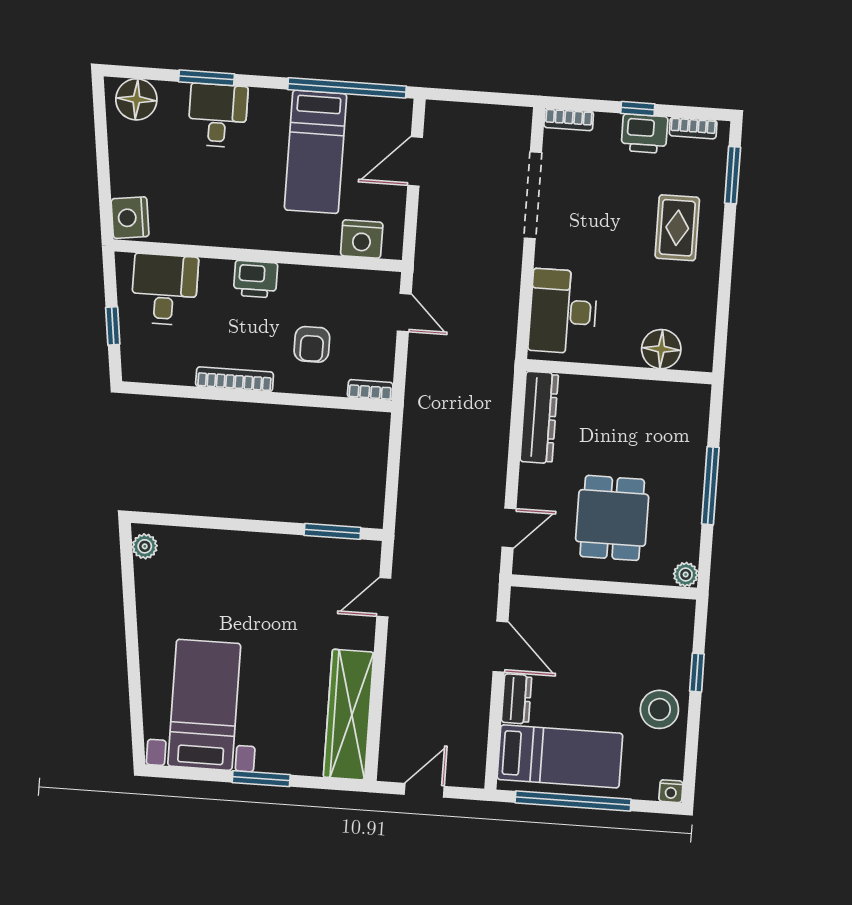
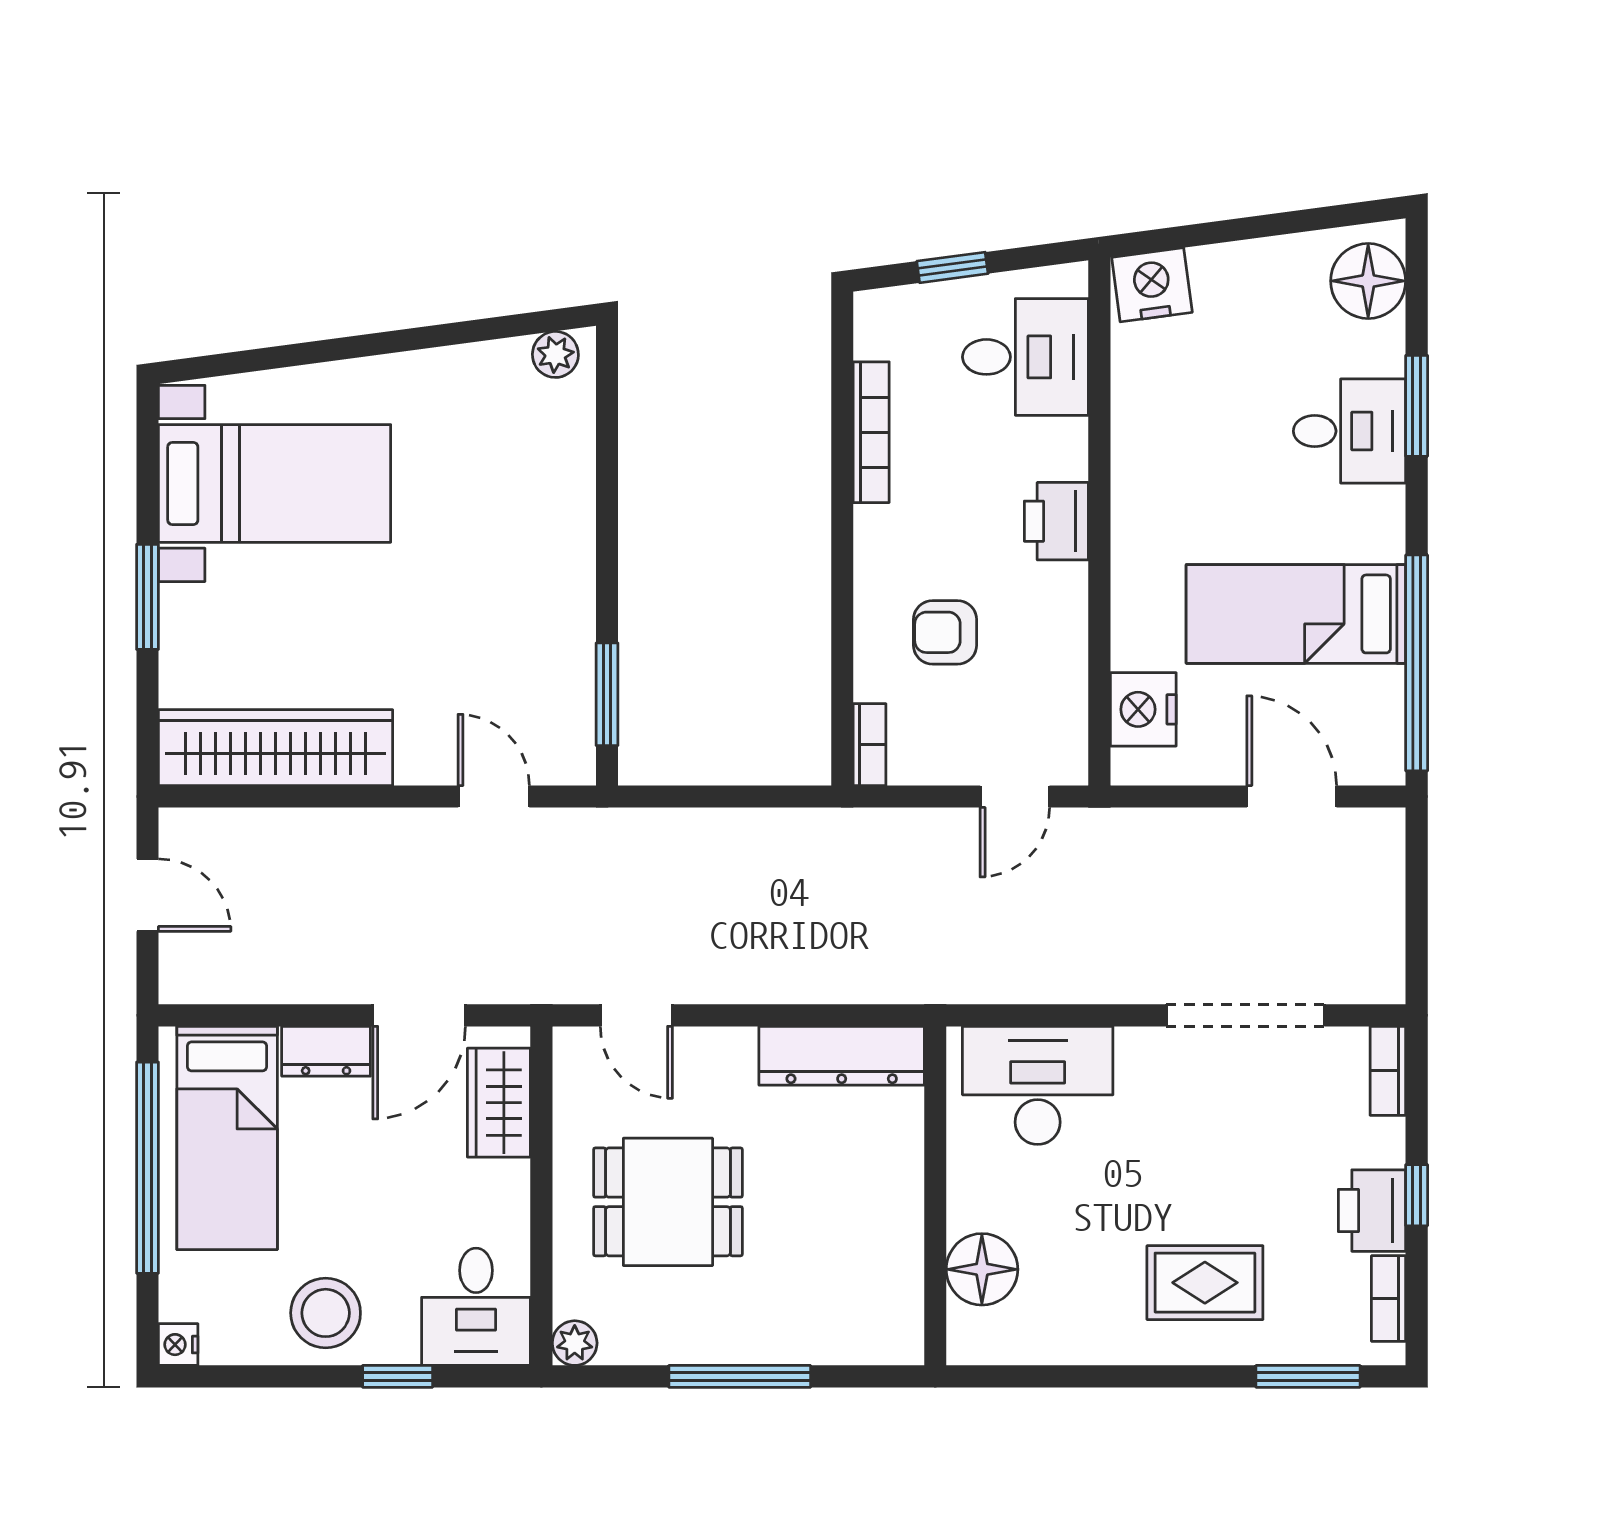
bookcase: (235, 379) -> (871, 432), moved
wardrobe: (551, 606) -> (499, 1103), added
desk: (662, 627) -> (476, 1307), added

